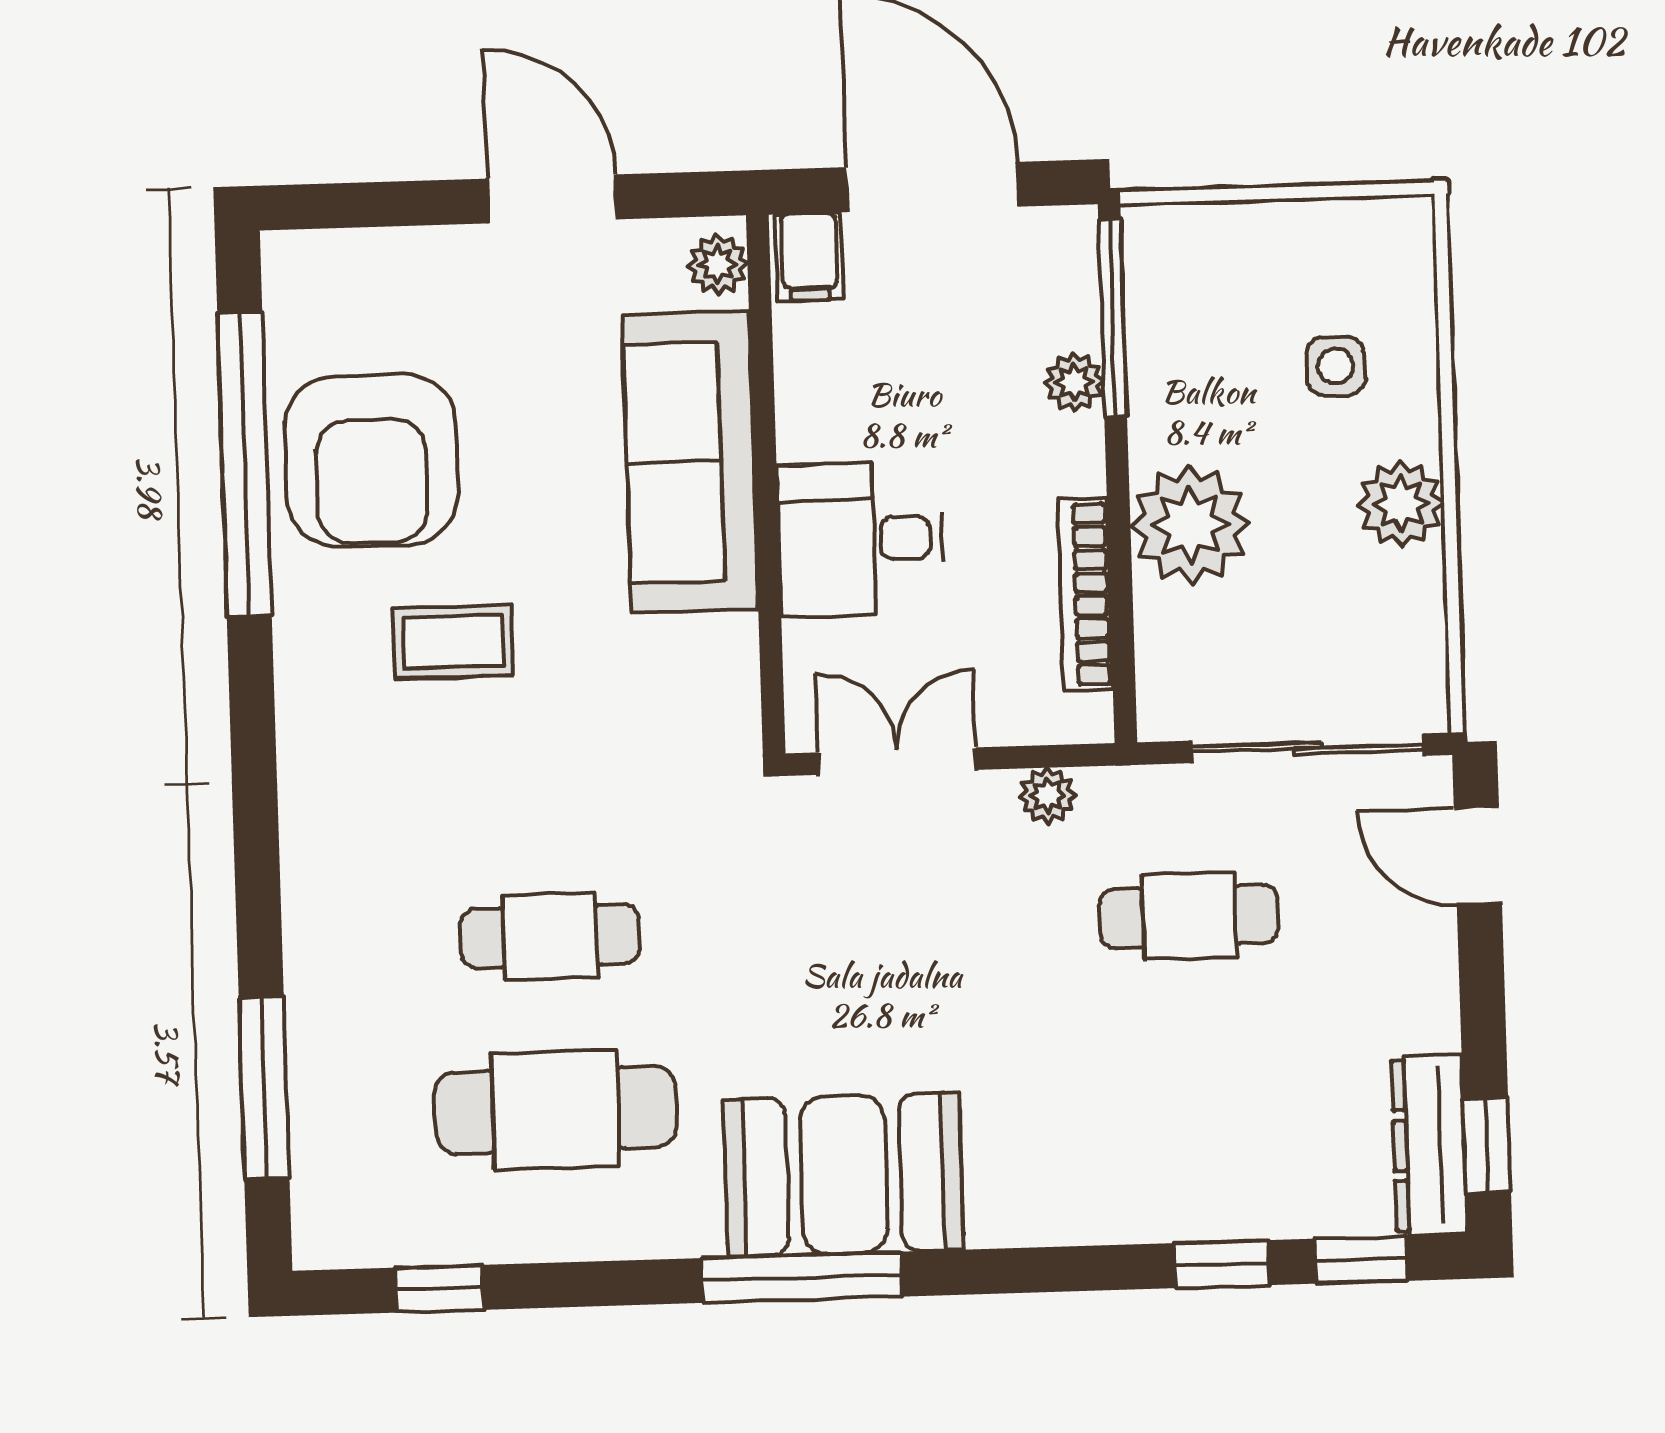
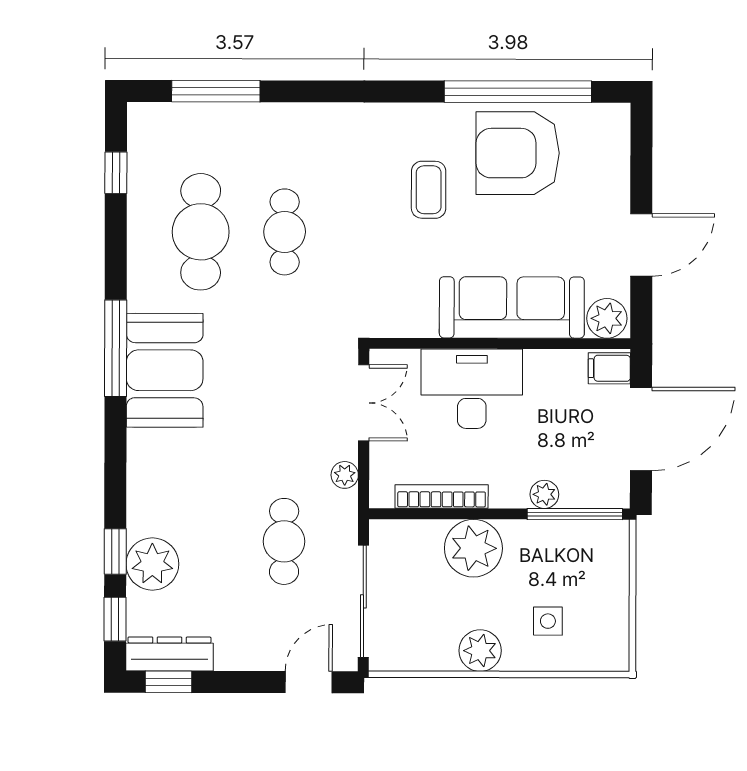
plant: (718, 265) -> (607, 318), width x1.38, depth x1.38
desk: (861, 539) -> (472, 389), width x1.37
plant: (1245, 1187) -> (152, 564), added

